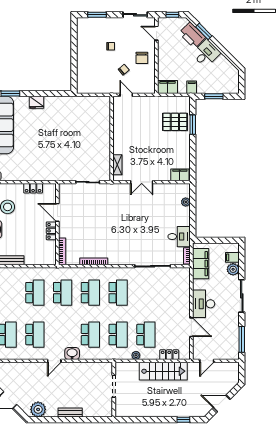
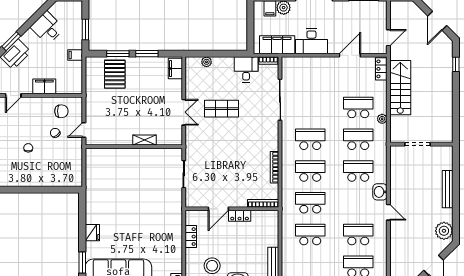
desk: (206, 53) -> (47, 28), moved
chair: (142, 58) -> (61, 111), moved
filing cabinet: (167, 87) -> (44, 86), moved, turned 90
window: (193, 150) -> (147, 54), added
shelving: (117, 165) -> (145, 140), moved
shop shelf: (145, 215) -> (222, 109), added
desk: (204, 304) -> (311, 41), moved
locker: (169, 355) -> (381, 69), moved
door: (207, 361) -> (388, 38), hinge flipped
bench: (70, 413) -> (448, 189), width x1.36

